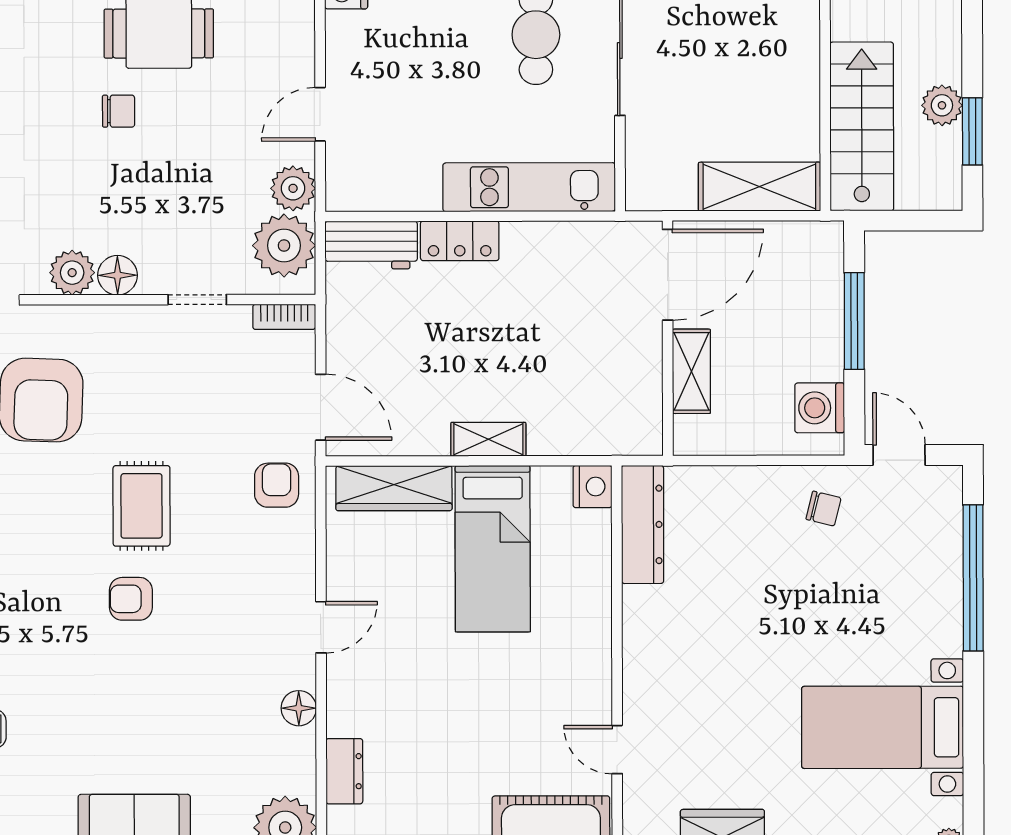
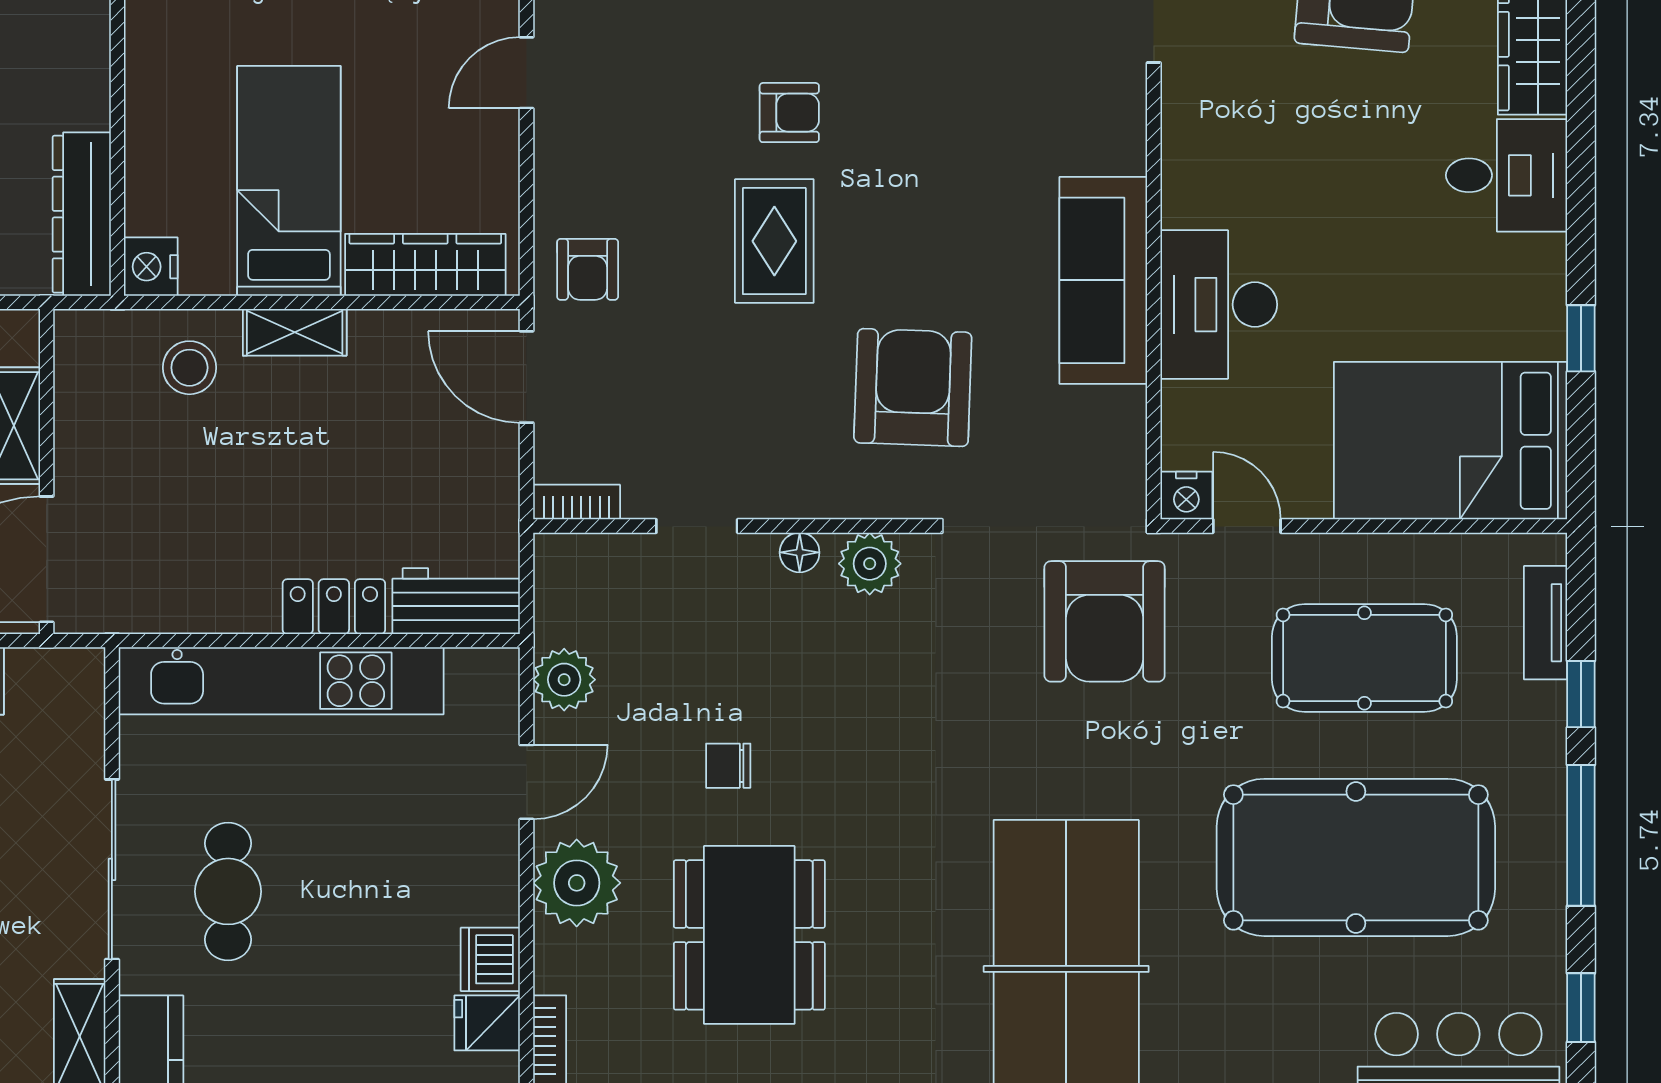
chair: (119, 111) -> (728, 766), moved
kitchen unit: (529, 187) -> (281, 681), width x1.36
plant: (284, 246) -> (577, 883), moved
floor lamp: (118, 275) -> (800, 552), width x0.73, depth x0.73
stool: (564, 414) -> (189, 368), added

